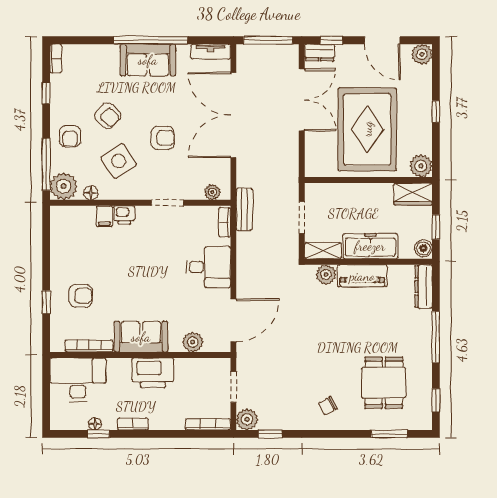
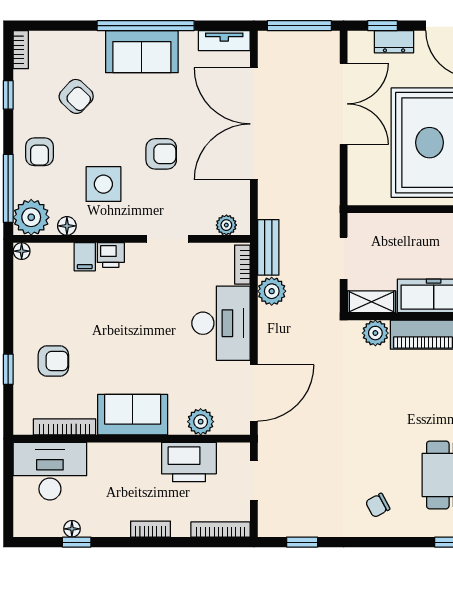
dresser: (320, 52) -> (394, 42), moved
armchair: (108, 116) -> (76, 96), moved
side table: (119, 161) -> (103, 184), turned 34
floor lamp: (56, 212) -> (22, 251), added
desk: (208, 267) -> (221, 323), width x1.37
printer: (153, 373) -> (189, 462), moved
plant: (247, 419) -> (272, 291), moved
bookcase: (133, 424) -> (151, 529), moved

